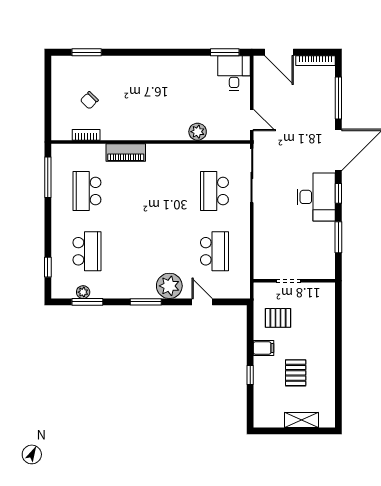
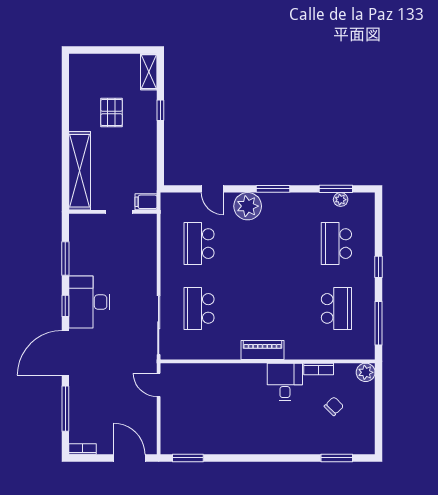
bookcase: (315, 61) -> (83, 449), width x0.64
desk: (234, 73) -> (285, 382), moved, turned 180
plant: (198, 132) -> (366, 372), moved
bookcase: (86, 135) -> (319, 369), moved
piano: (126, 152) -> (262, 350), moved
school desk: (214, 191) -> (199, 308), turned 180
window: (48, 267) -> (378, 267), moved
pallet: (278, 318) -> (130, 172), removed
shelving: (325, 319) -> (80, 171), added
filing cabinet: (264, 348) -> (146, 202), moved
shelving: (302, 420) -> (149, 72), moved, turned 90

